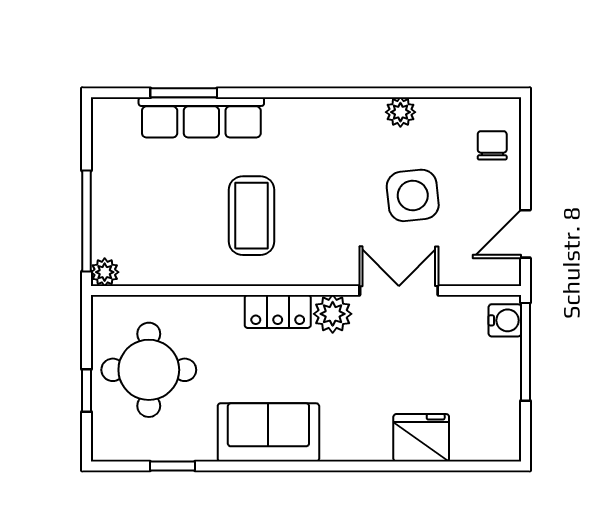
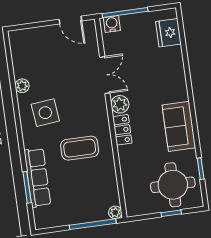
chair: (492, 145) -> (32, 41), removed
side table: (413, 195) -> (45, 113), moved
double door: (399, 290) -> (105, 75), swing flipped
round table: (149, 370) -> (173, 185), moved
fridge: (421, 438) -> (168, 33), moved

